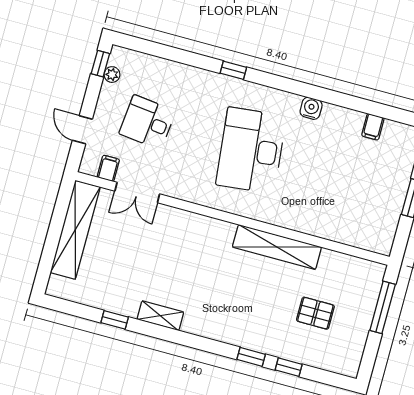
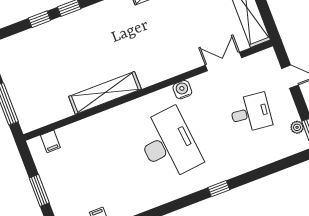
water cooler: (311, 108) -> (182, 90), moved, turned 180
filing cabinet: (108, 168) -> (50, 141), moved
pallet: (315, 313) -> (48, 68), removed

